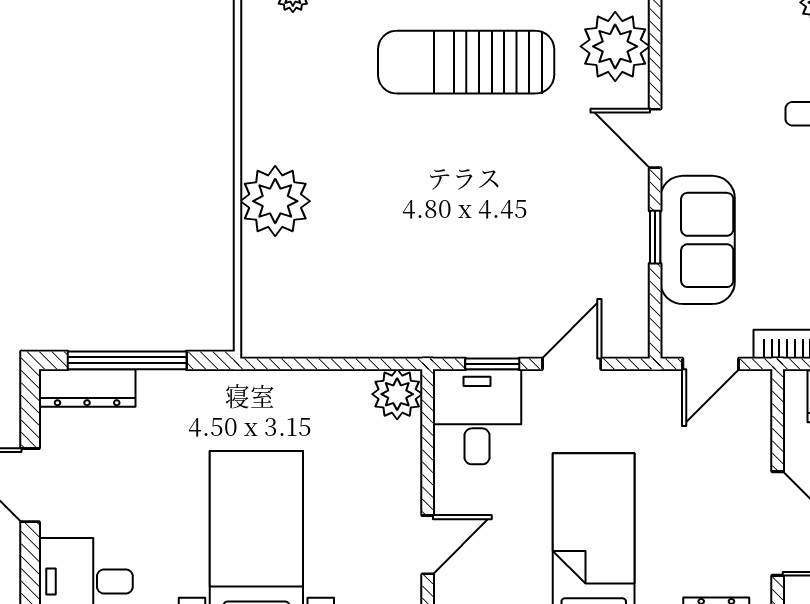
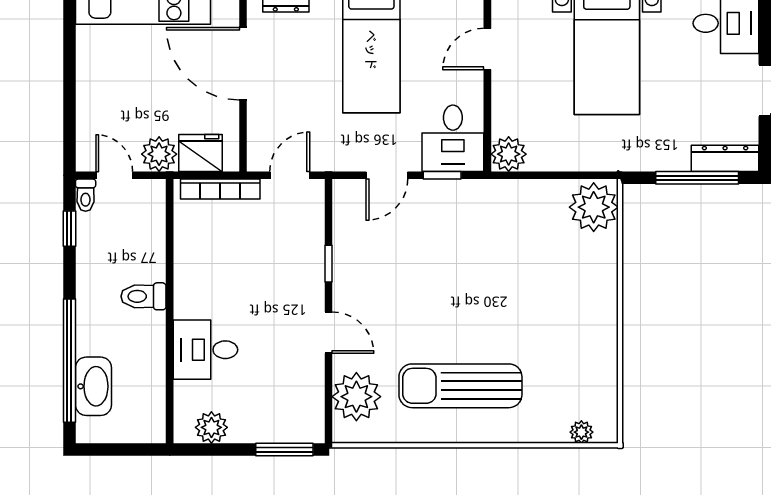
sun lounger: (466, 62) -> (460, 386), turned 180
plant: (275, 201) -> (594, 207), moved
sofa: (698, 240) -> (299, 262), removed

